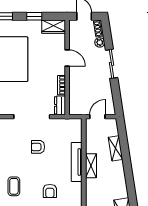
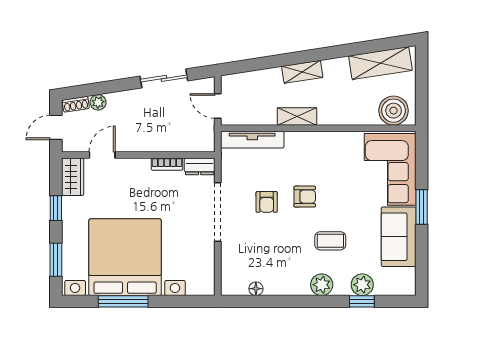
door: (67, 58) -> (102, 155), moved
sliding door: (112, 64) -> (164, 78), moved
shelving: (115, 148) -> (302, 72), moved
tv unit: (77, 162) -> (252, 140), moved
armchair: (50, 191) -> (305, 197), moved

